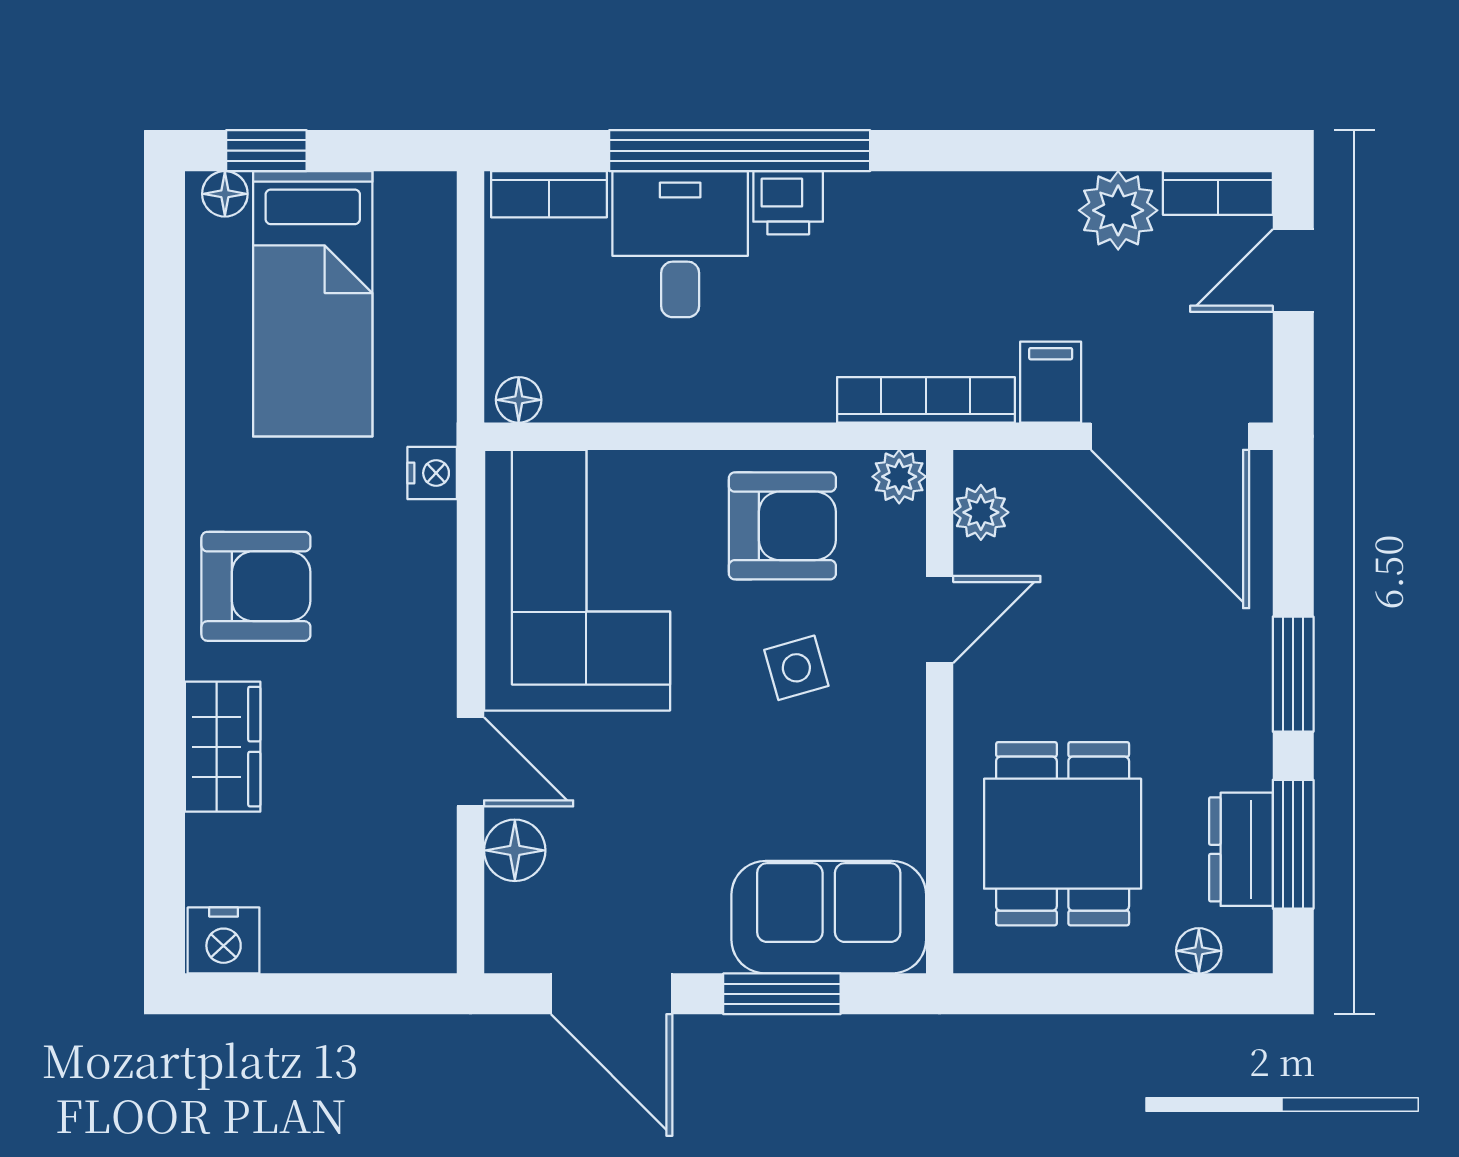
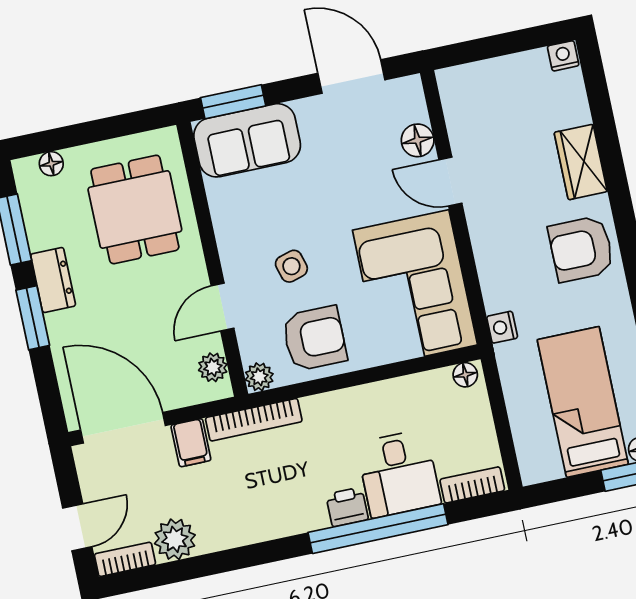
armchair: (782, 526) -> (314, 338), turned 180
dresser: (1241, 849) -> (53, 280), moved
nightstand: (224, 940) -> (563, 56), width x0.72, depth x0.74
window: (782, 994) -> (233, 102), moved

